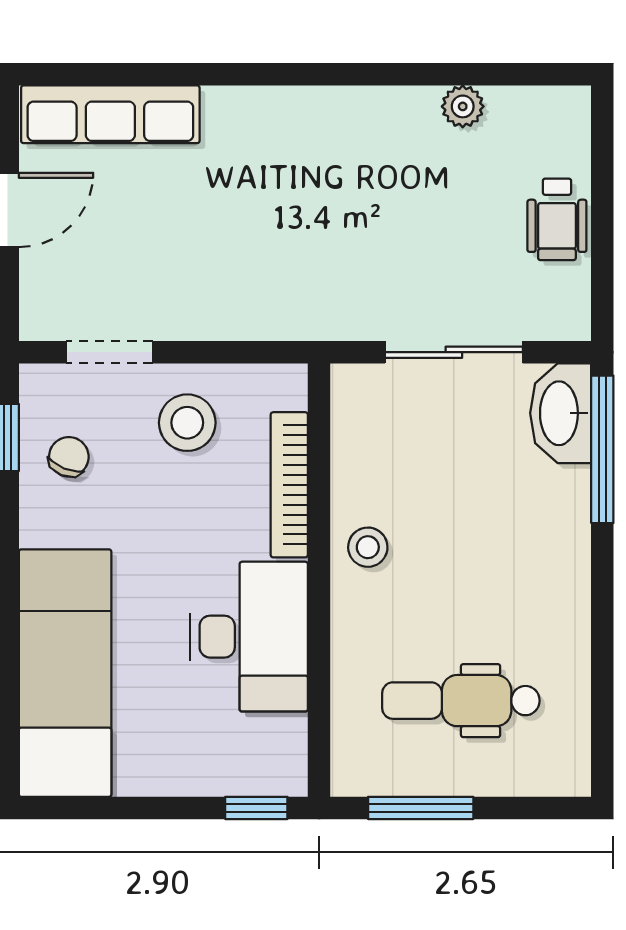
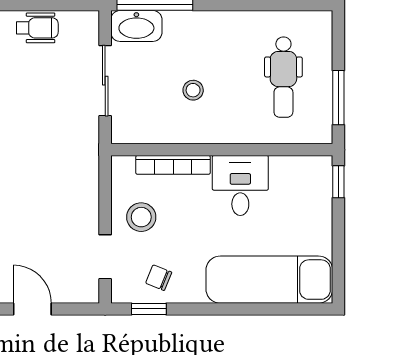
stool: (368, 547) -> (193, 90), moved
desk: (249, 637) -> (240, 185), width x0.73

